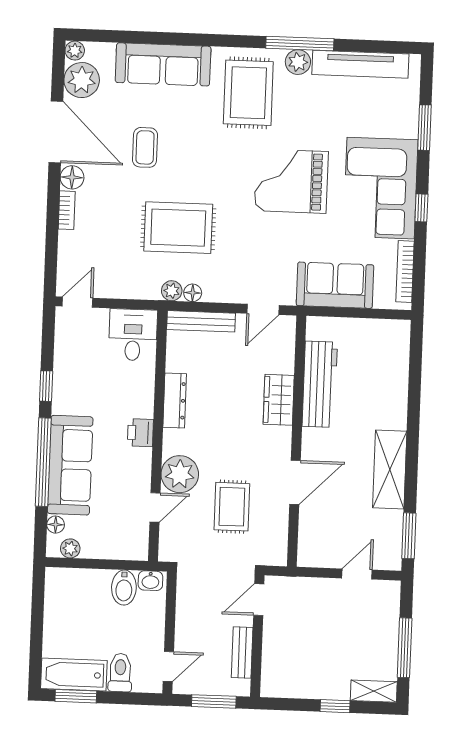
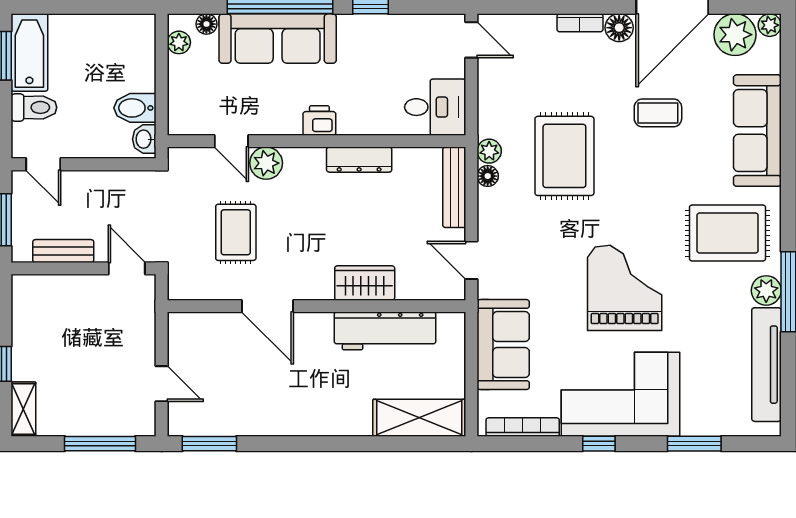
shelving: (390, 470) -> (419, 418), moved
plant: (180, 474) -> (266, 163), width x0.73, depth x0.73
rug: (232, 507) -> (236, 232), turned 90
window: (405, 648) -> (100, 444), moved

